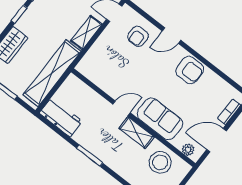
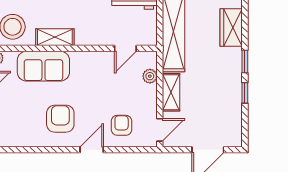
plant: (92, 55) -> (150, 76), added
armchair: (190, 70) -> (60, 119), moved, turned 90
door: (122, 108) -> (125, 48), moved

